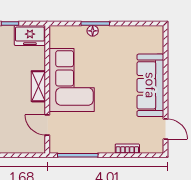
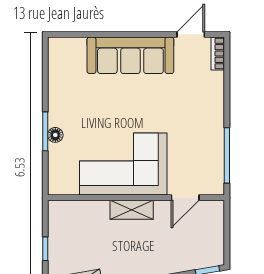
freezer: (30, 35) -> (62, 221), removed
bookcase: (127, 149) -> (218, 54), moved

